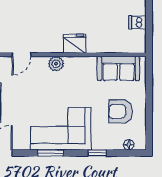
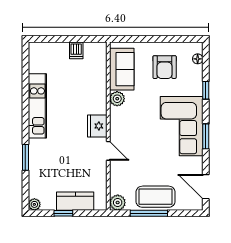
fridge: (75, 44) -> (97, 126), moved
door: (22, 55) -> (108, 151), moved
plant: (56, 64) -> (117, 99), moved

